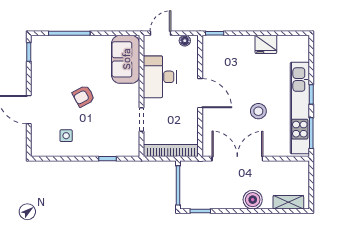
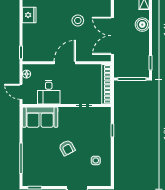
desk: (160, 77) -> (49, 92), width x0.73

